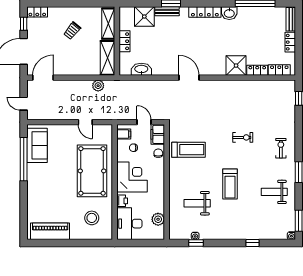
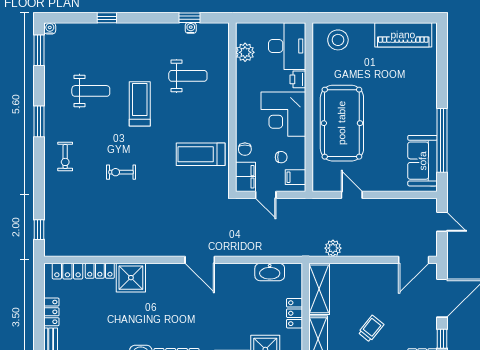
weight bench: (274, 192) -> (91, 91), moved
stool: (92, 218) -> (338, 40), moved

